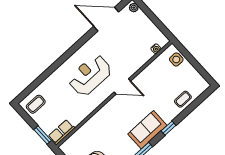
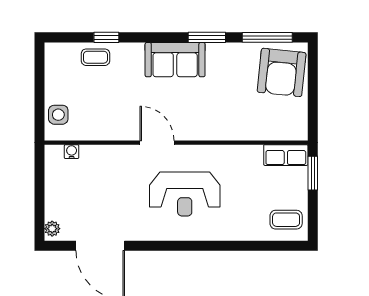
window: (168, 128) -> (106, 37), moved

